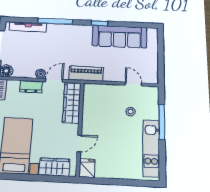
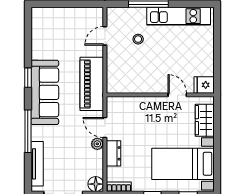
sofa: (120, 37) -> (45, 92), moved
piano: (86, 74) -> (92, 84), width x1.37, depth x1.33
wardrobe: (72, 103) -> (131, 106), removed

